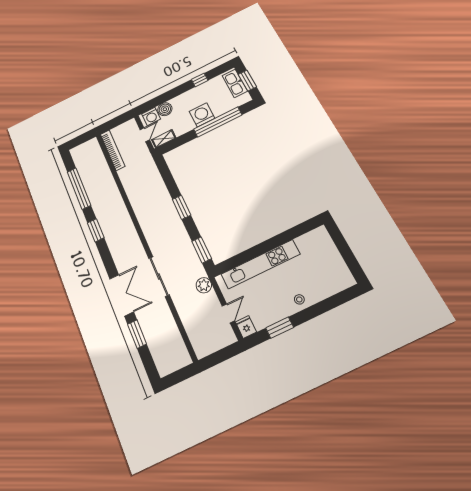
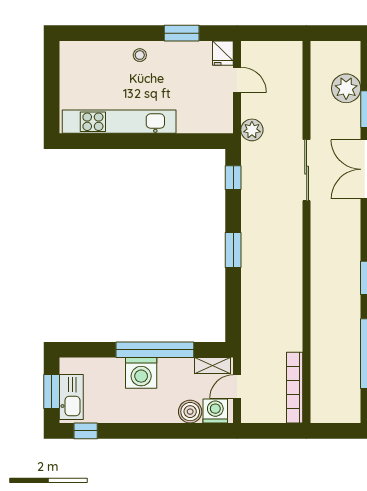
window: (200, 80) -> (86, 431), moved
window: (218, 122) -> (155, 350), moved
window: (202, 250) -> (233, 178), width x0.67
kitchen unit: (260, 264) -> (119, 122), moved
door: (228, 313) -> (237, 80), swing flipped
plant: (157, 341) -> (346, 88), added

